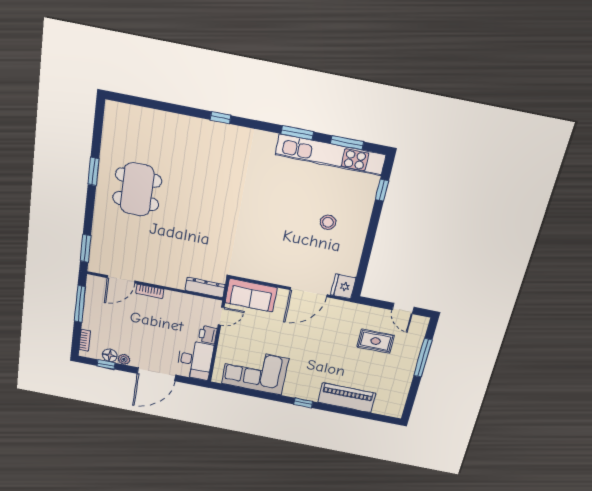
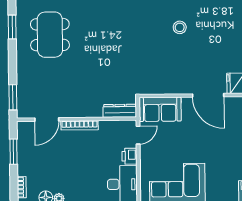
stool: (328, 222) -> (180, 27), moved
bookcase: (150, 291) -> (80, 125), width x1.56
door: (309, 292) -> (208, 95), hinge flipped
window: (80, 304) -> (13, 152), width x0.69

